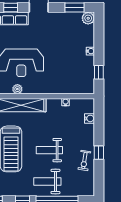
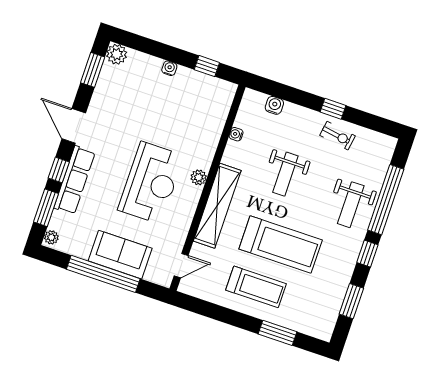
plant: (17, 89) -> (199, 177), moved
weight bench: (49, 150) -> (285, 174), moved

